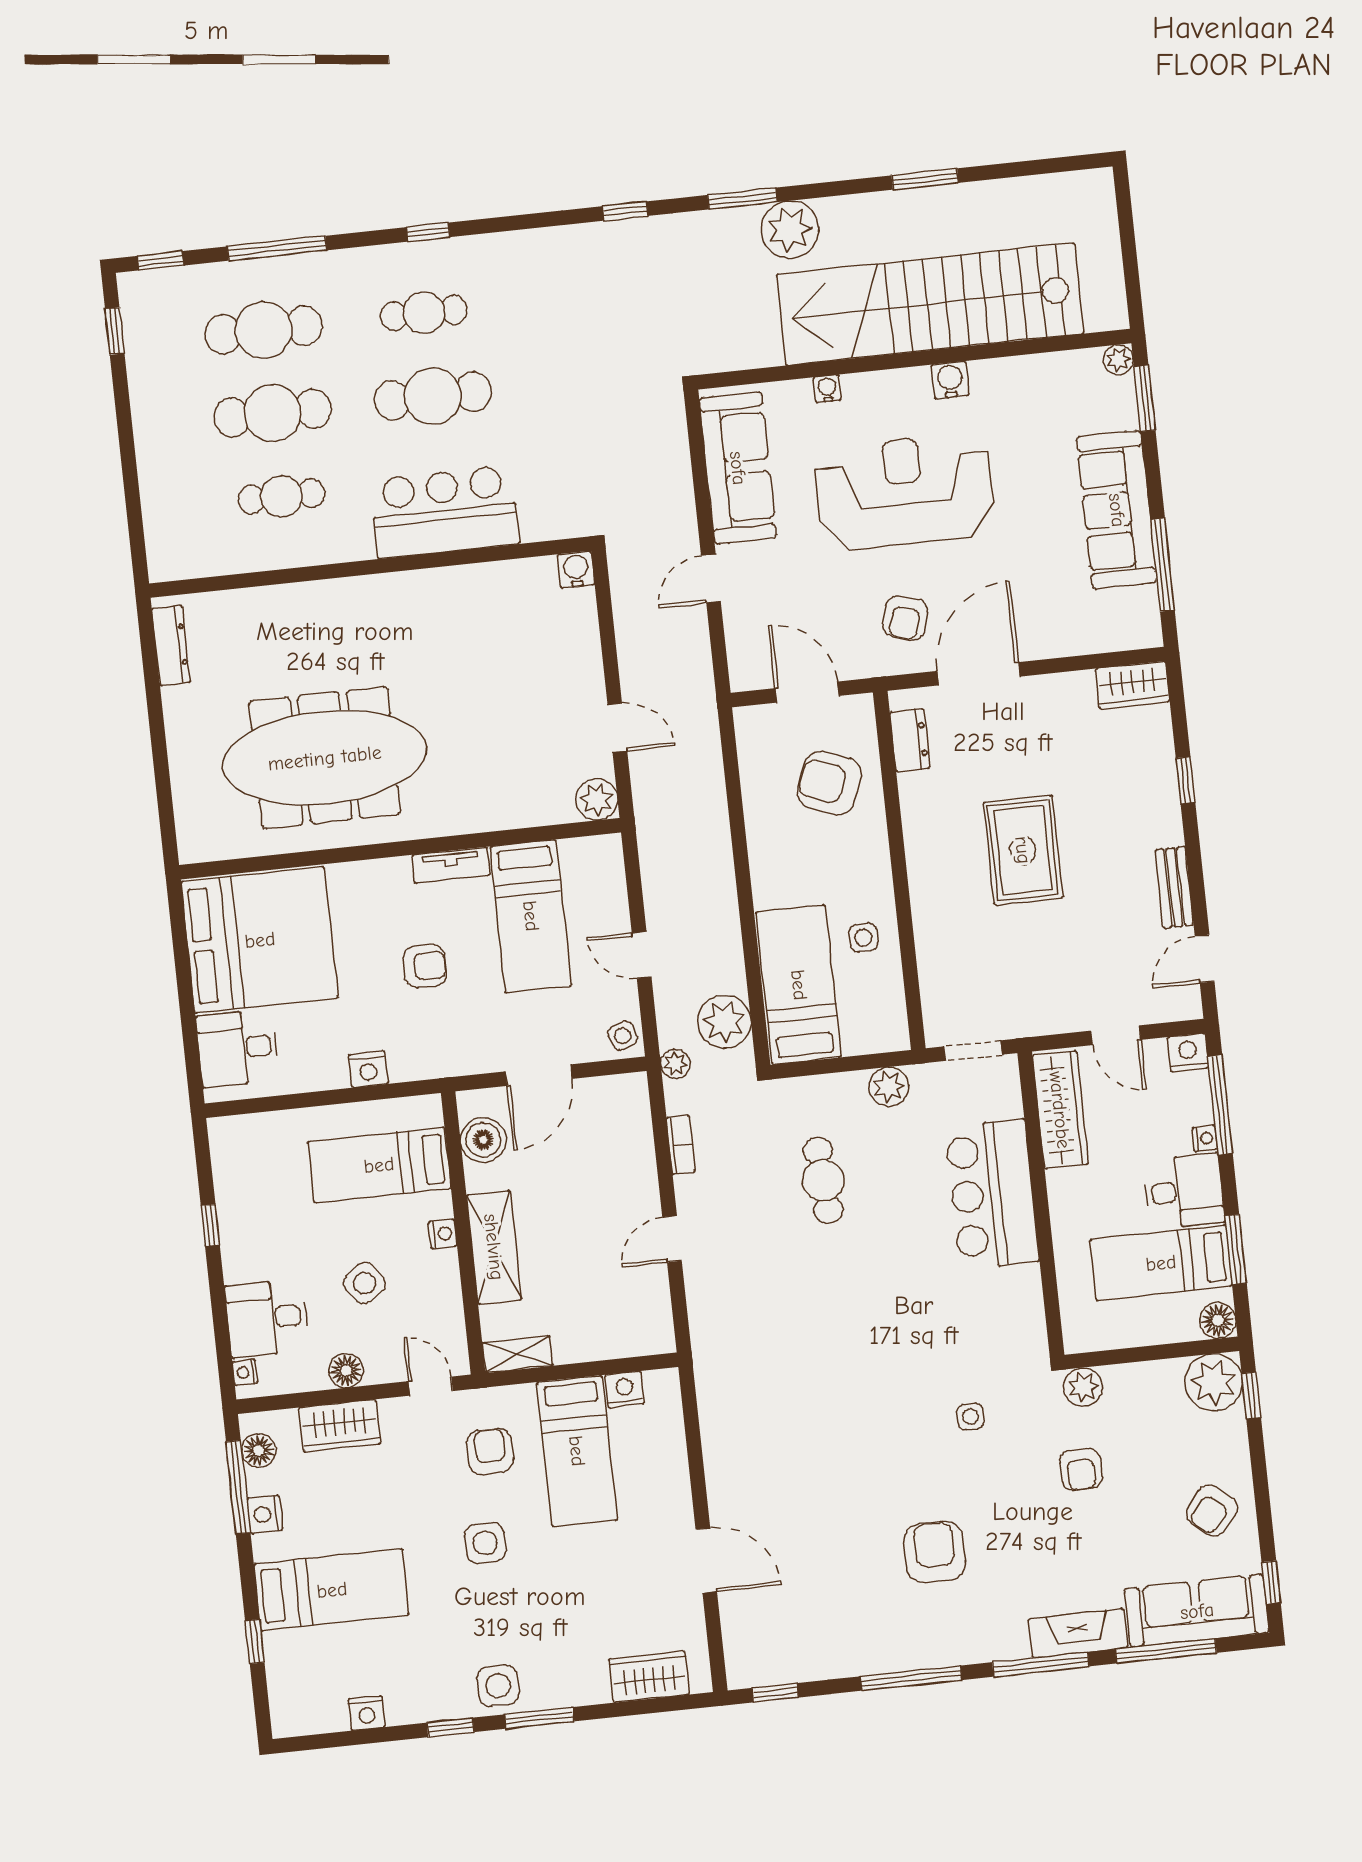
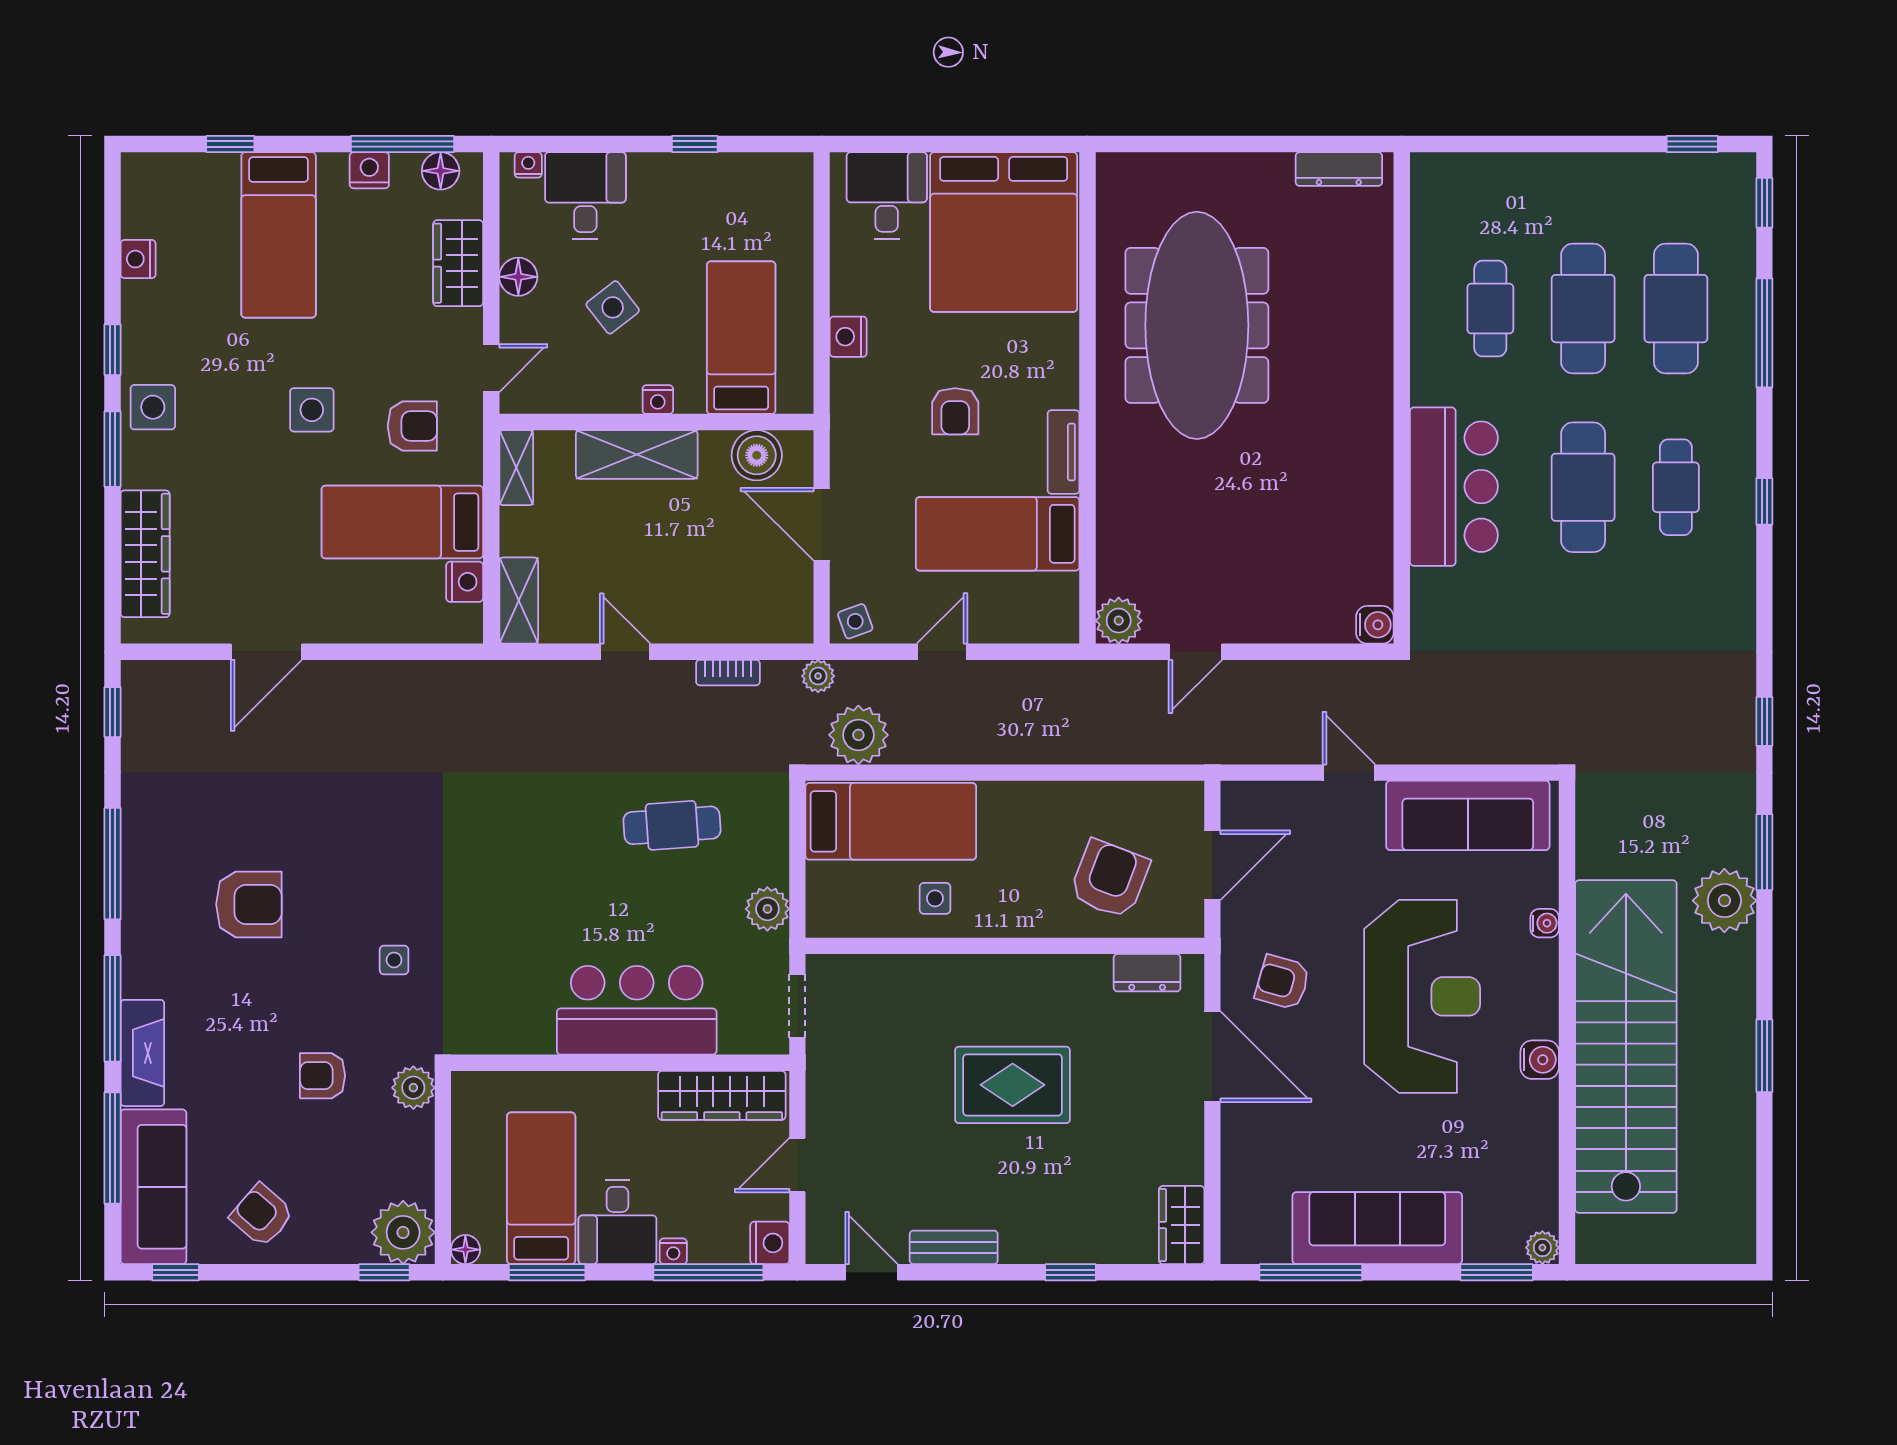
floor lamp: (1218, 1320) -> (465, 1250), width x0.73, depth x0.73
shelving: (636, 1339) -> (519, 601), added
wardrobe: (649, 1677) -> (145, 554), width x1.50

